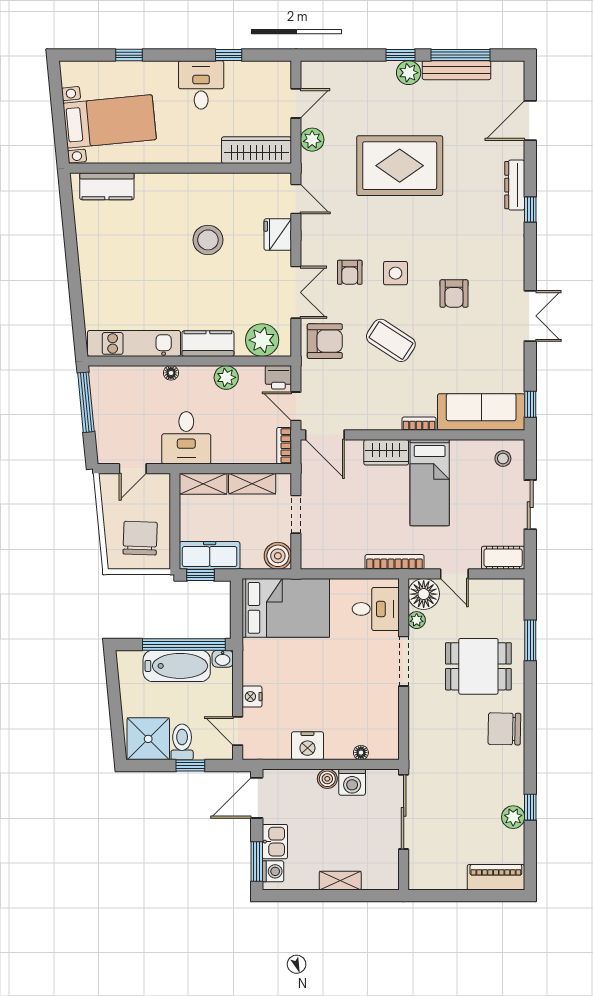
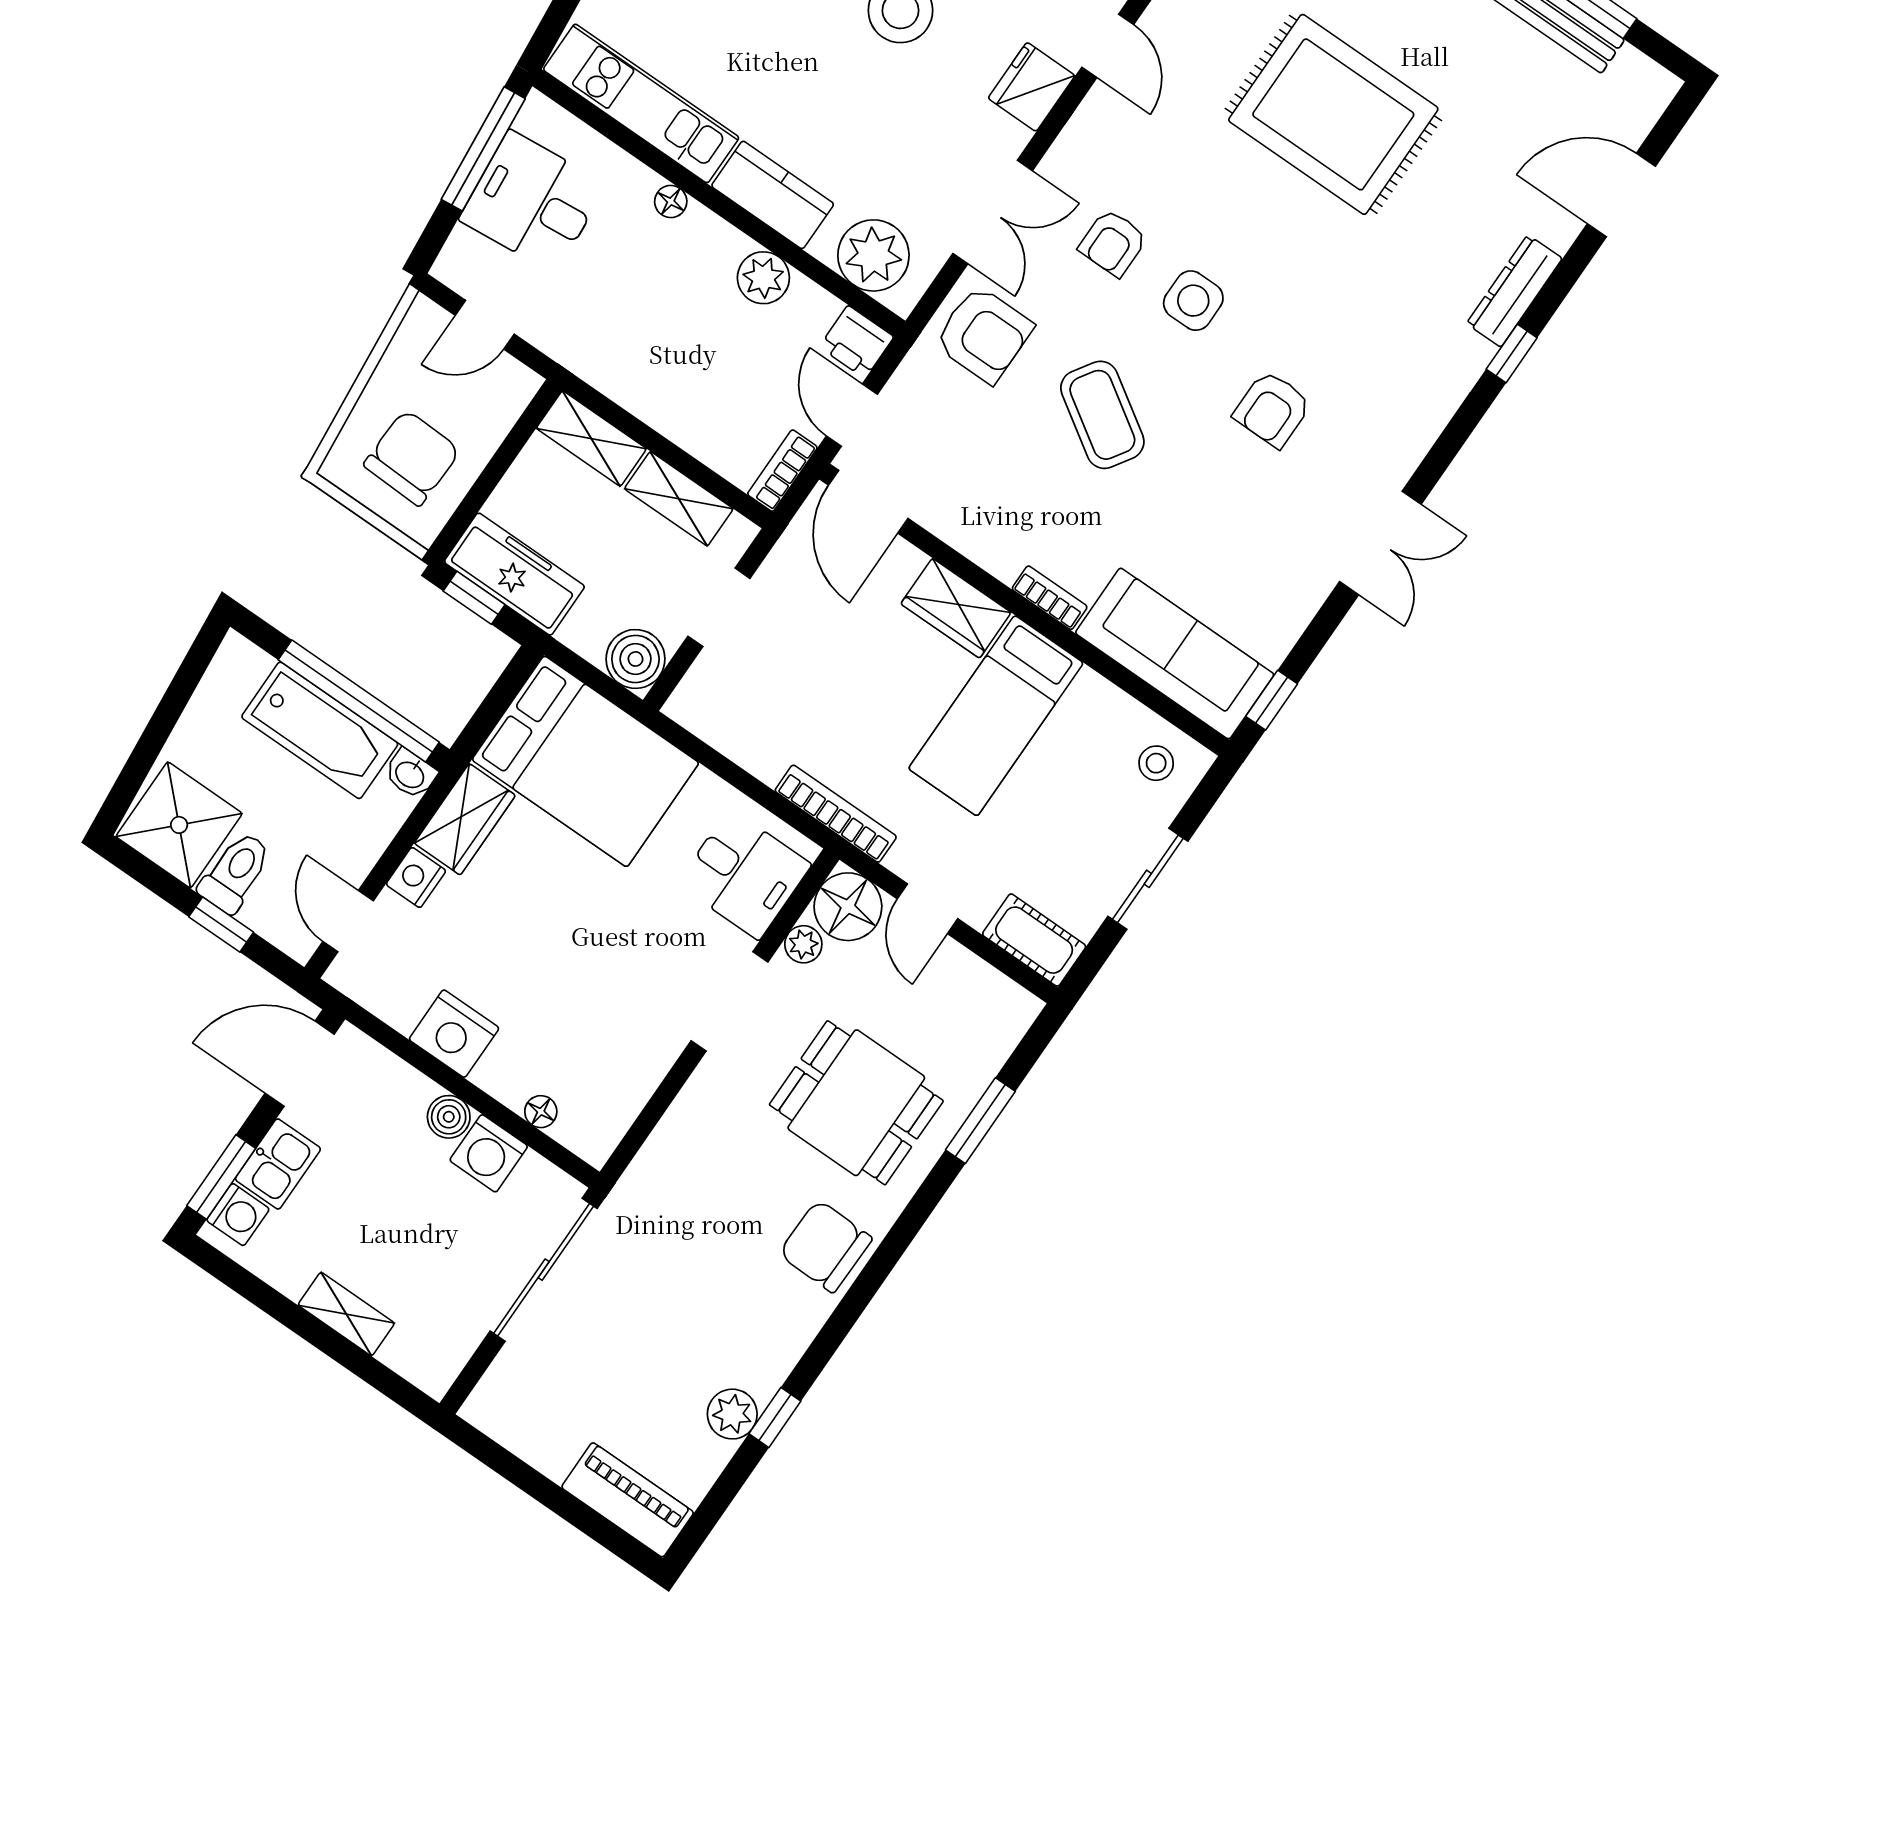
desk: (186, 438) -> (533, 202), moved, turned 85
wardrobe: (255, 662) -> (465, 819), added

